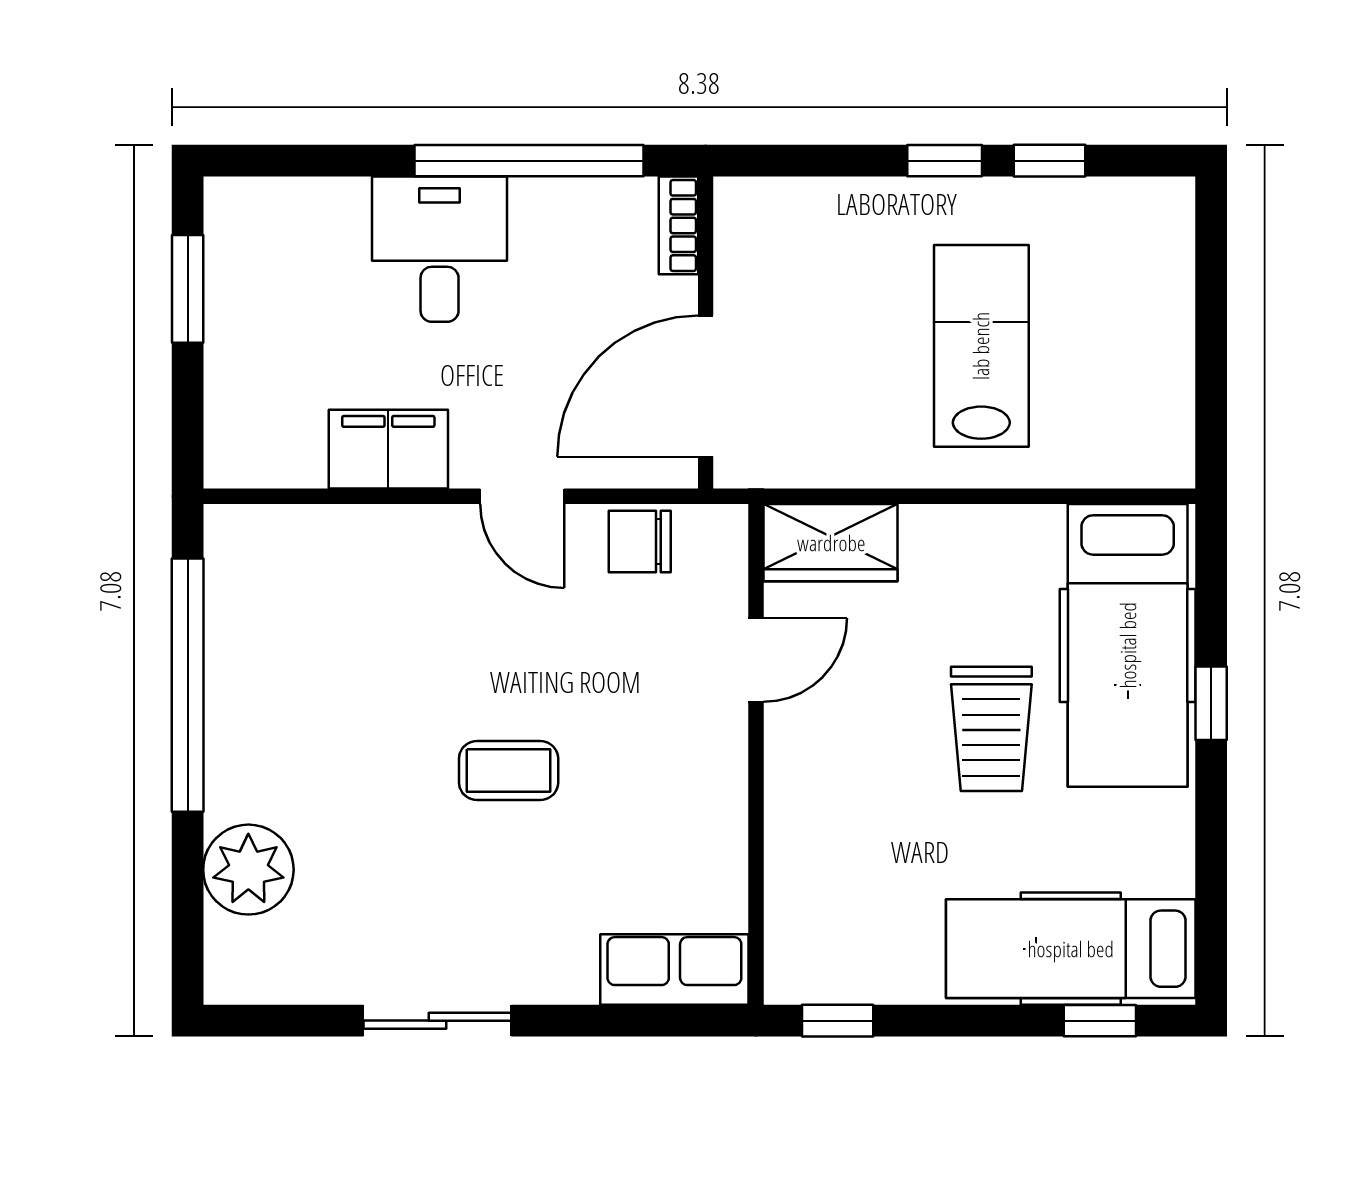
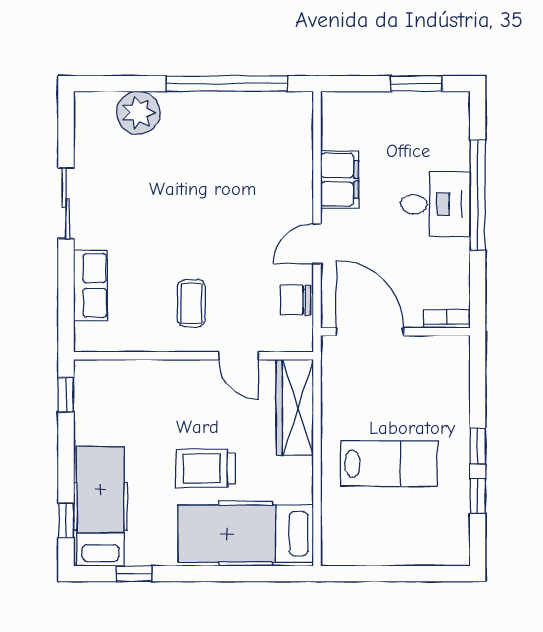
window: (529, 161) -> (478, 195), moved
chair: (640, 541) -> (295, 300), turned -90
wardrobe: (831, 543) -> (295, 407), width x1.50
window: (1211, 703) -> (134, 574), moved
coffee table: (509, 771) -> (191, 303), moved
row of seats: (674, 970) -> (91, 285), moved

